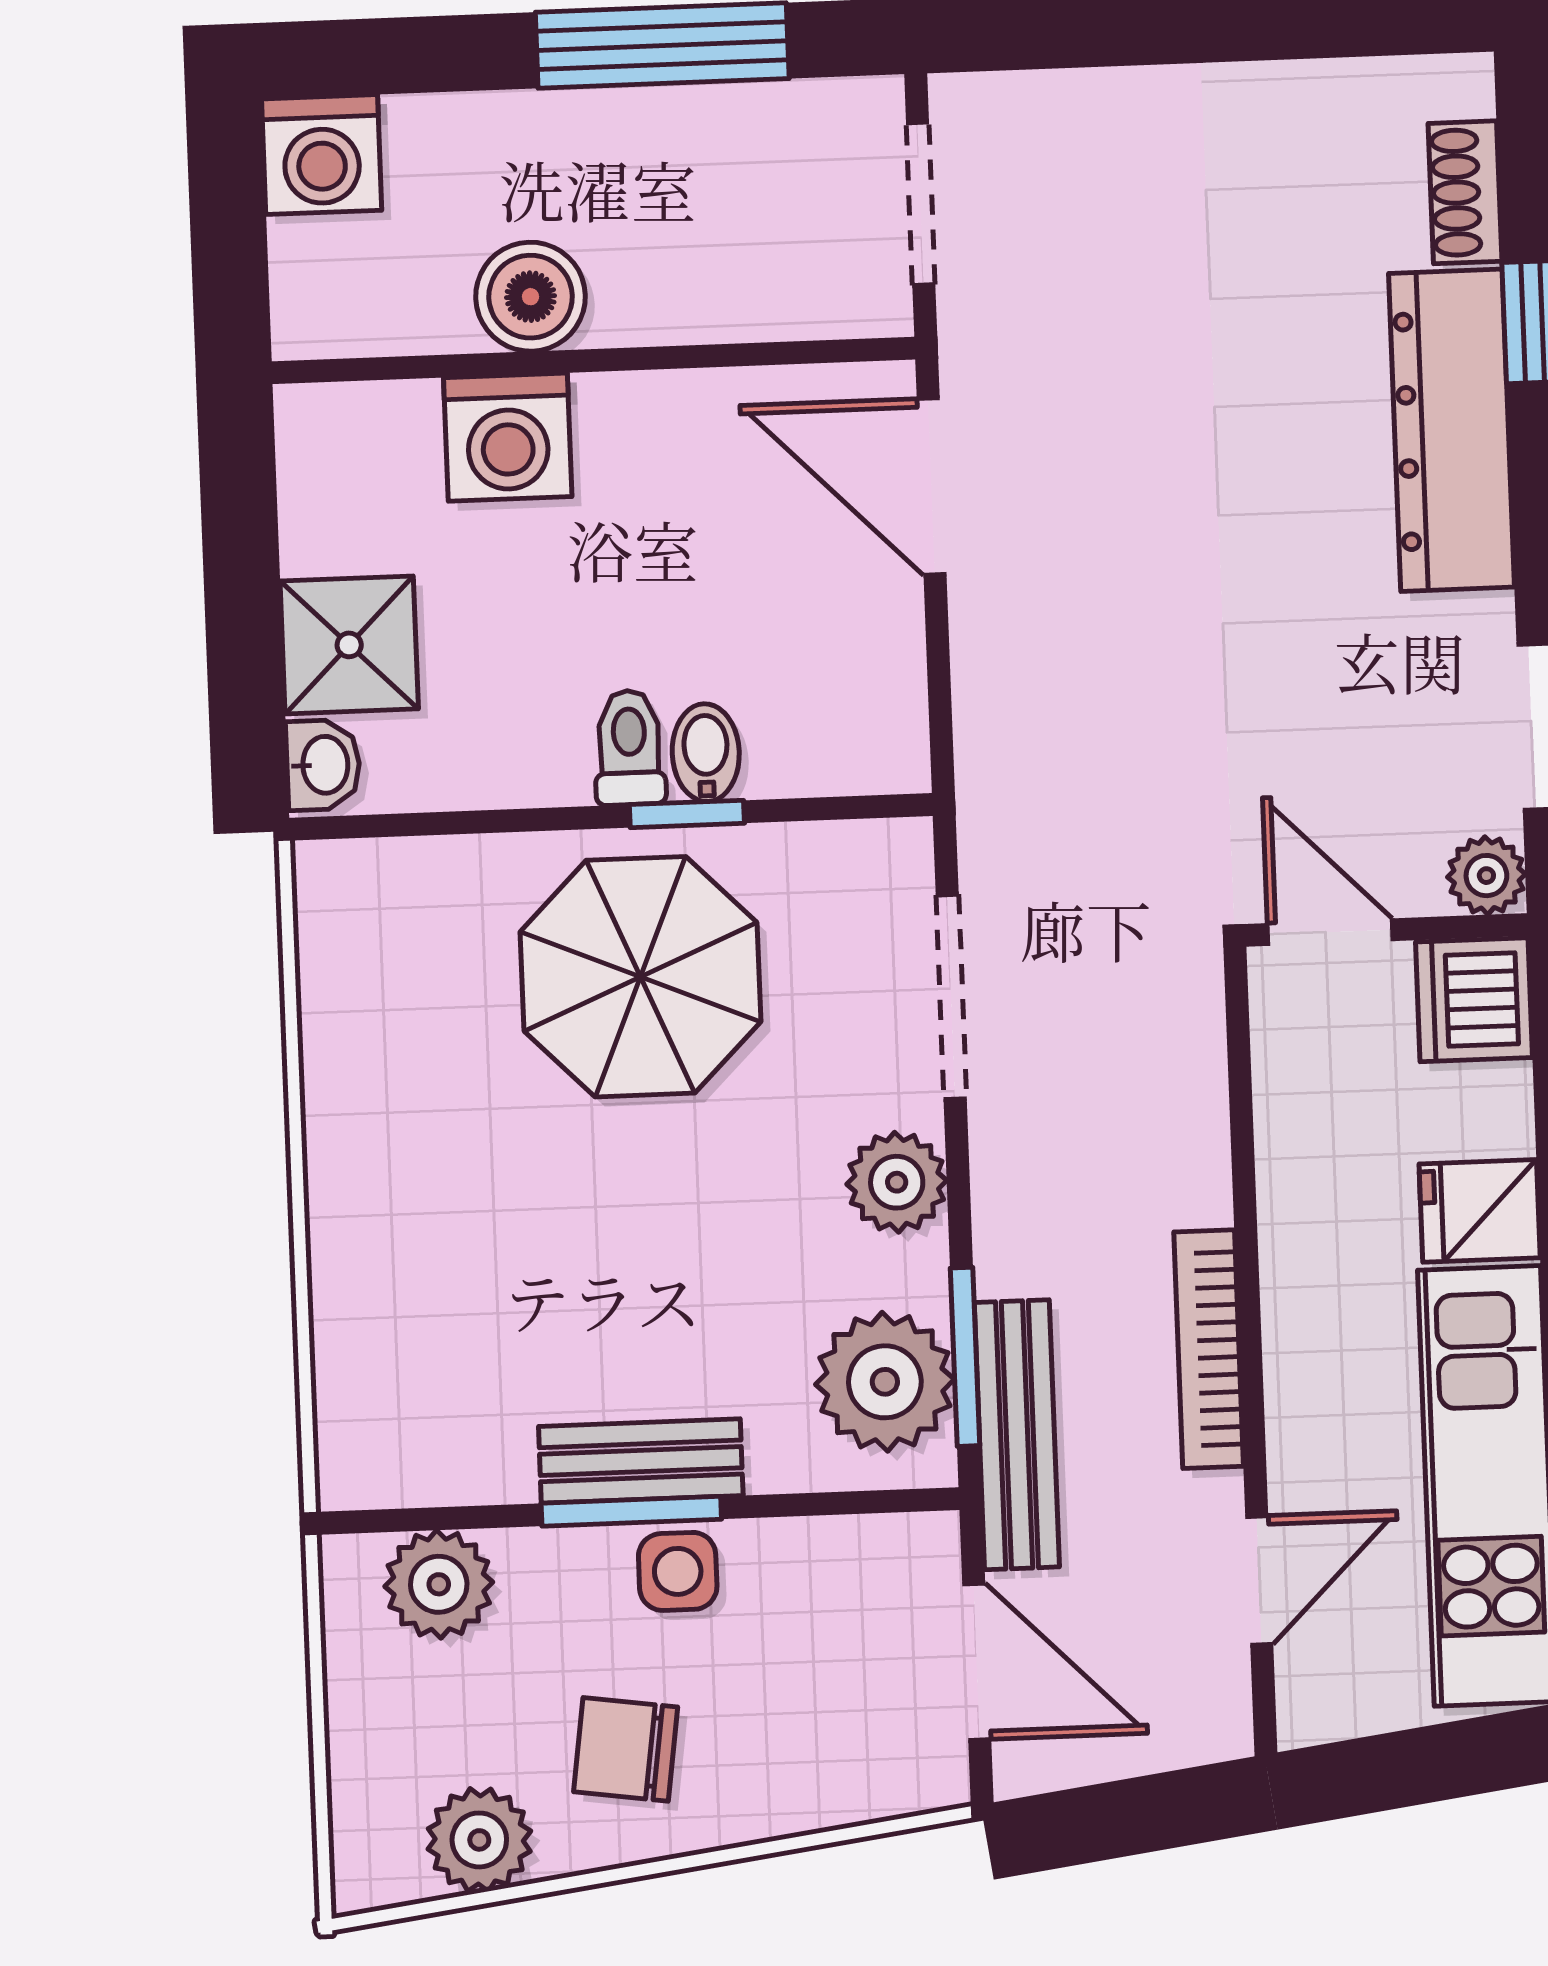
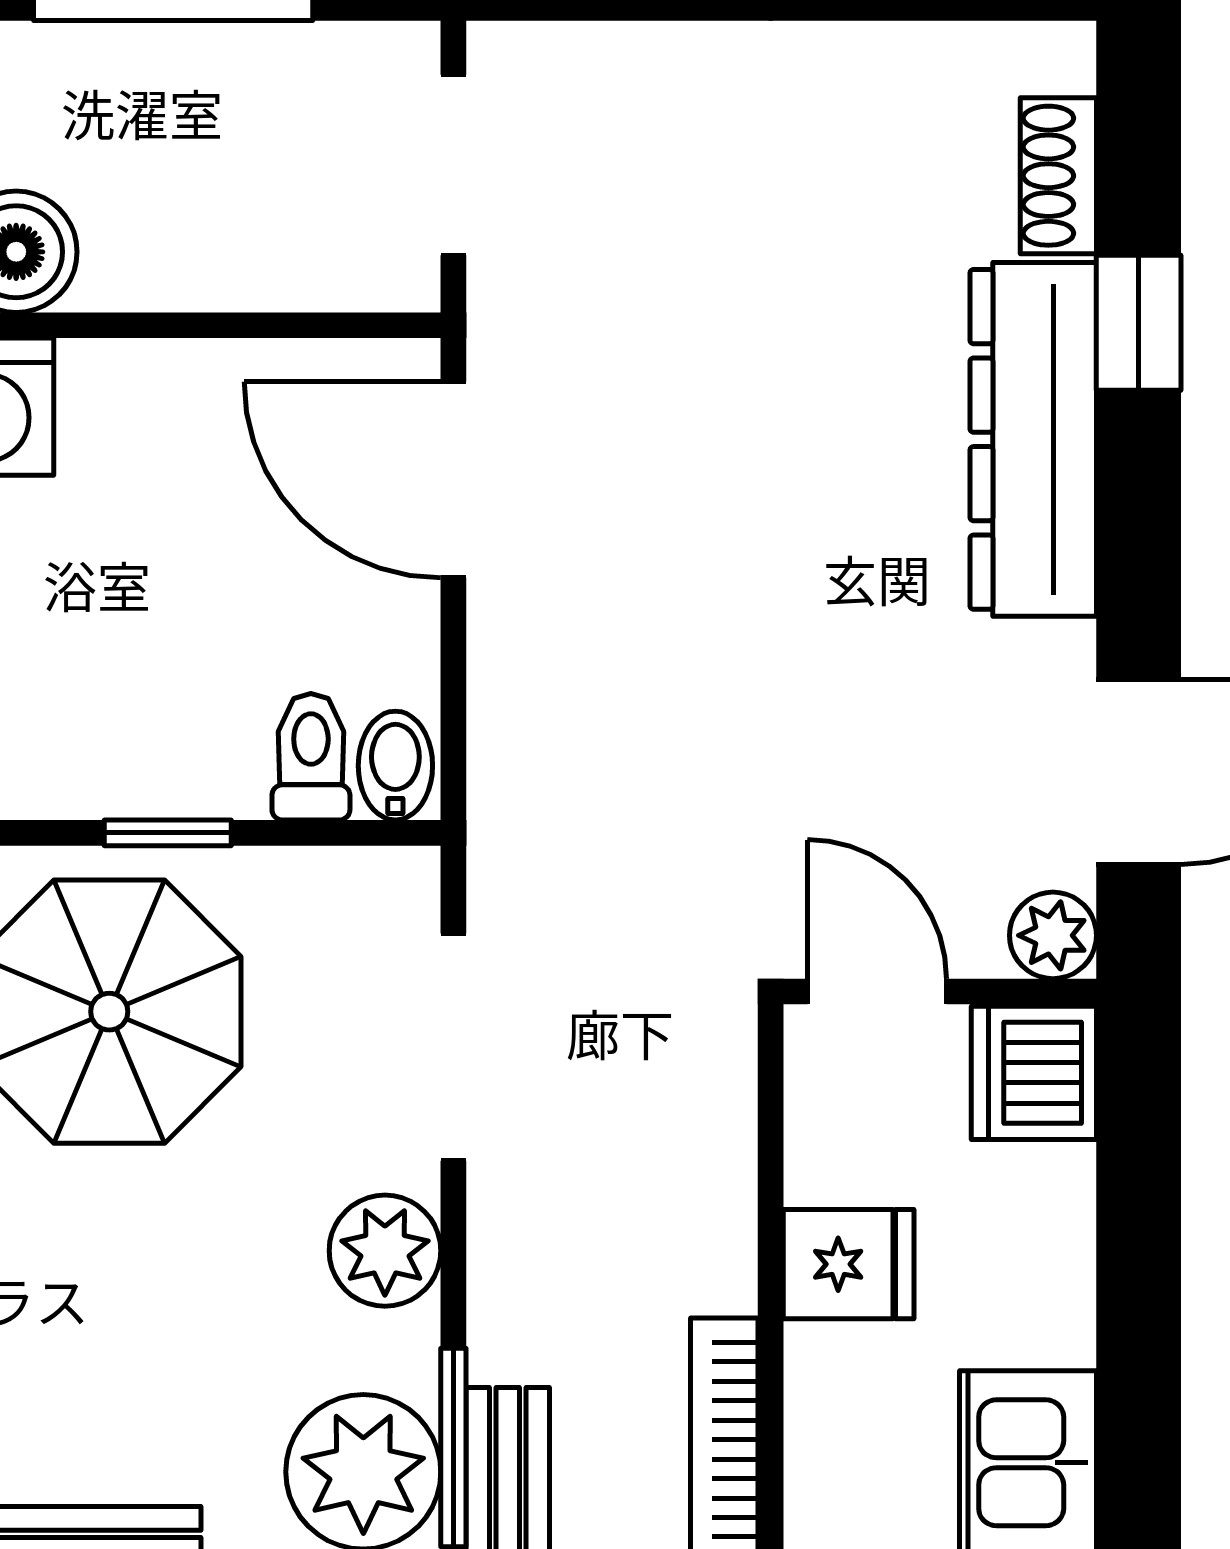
toilet: (629, 748) -> (311, 757), moved
bidet: (706, 753) -> (395, 766), moved
fridge: (1480, 1211) -> (849, 1264), moved, turned 180

